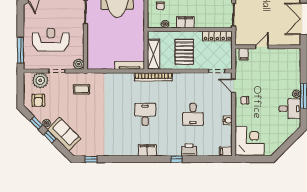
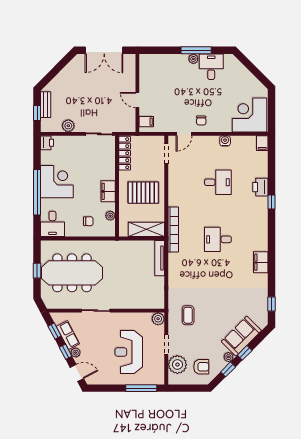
filing cabinet: (147, 150) -> (261, 262), moved

